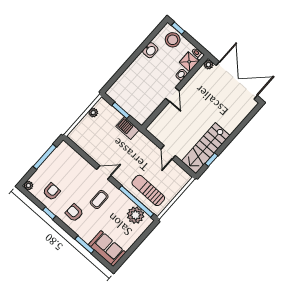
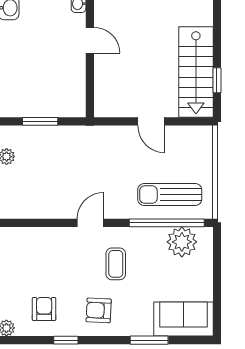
barbecue: (128, 128) -> (70, 137), removed

